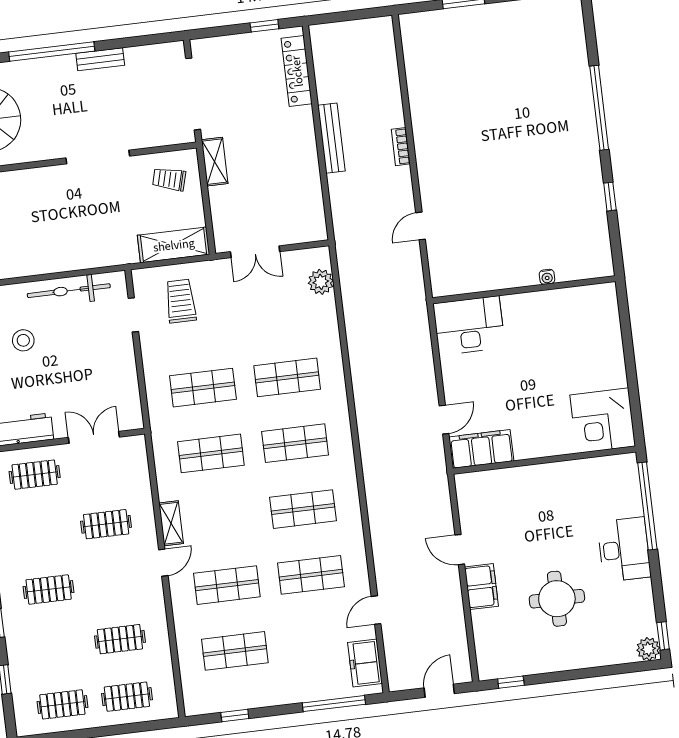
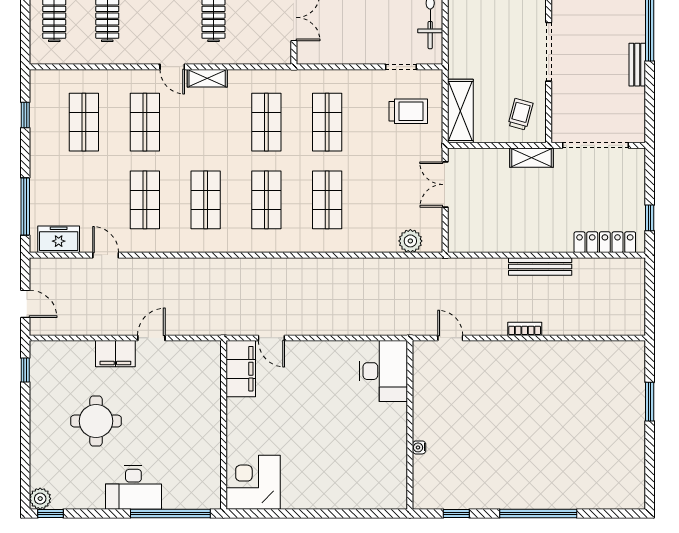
water cooler: (547, 277) -> (419, 447), moved
wall: (524, 290) -> (410, 425), moved
desk: (469, 325) -> (383, 371), moved

